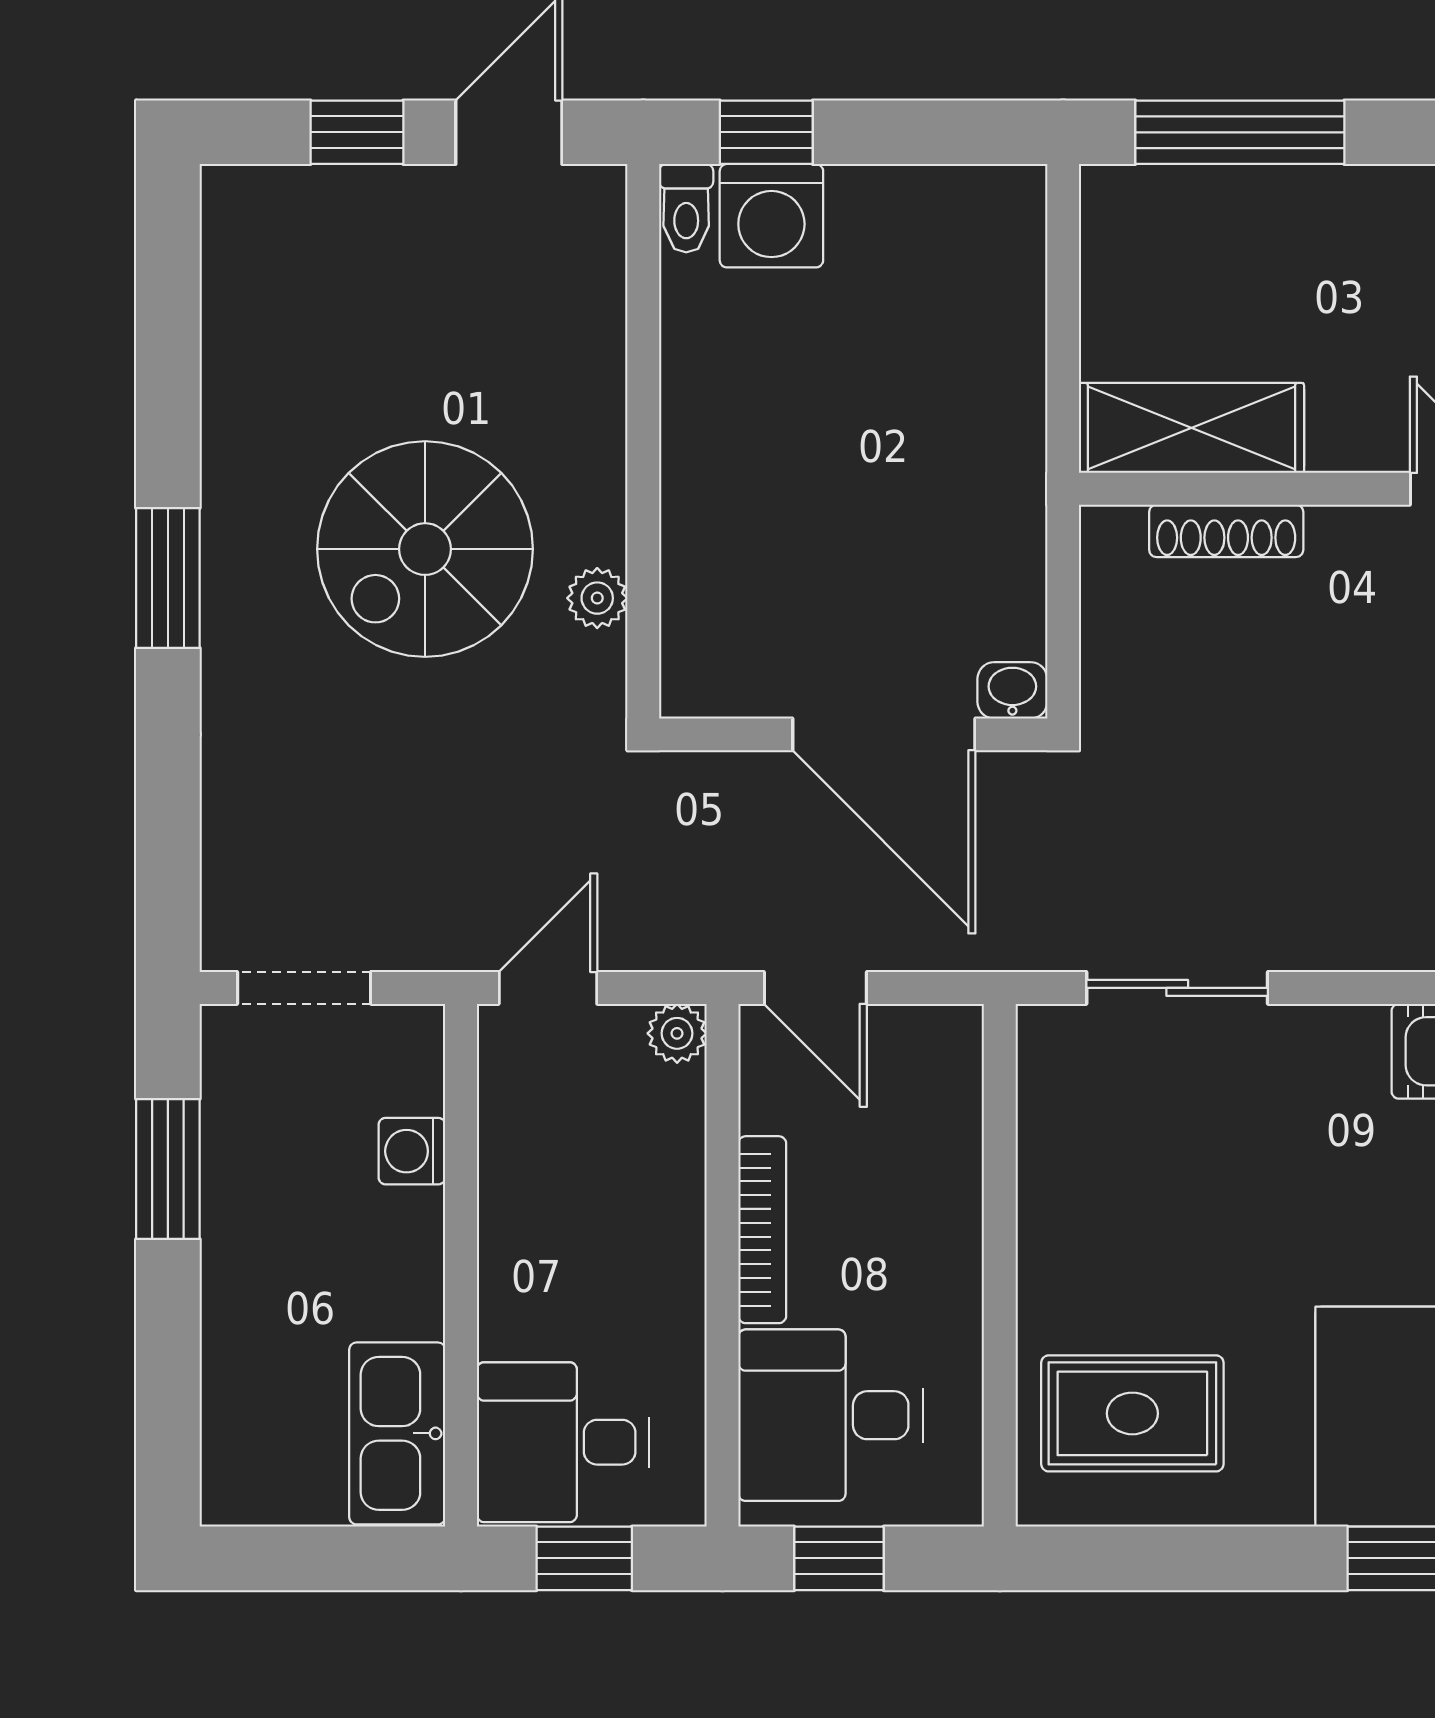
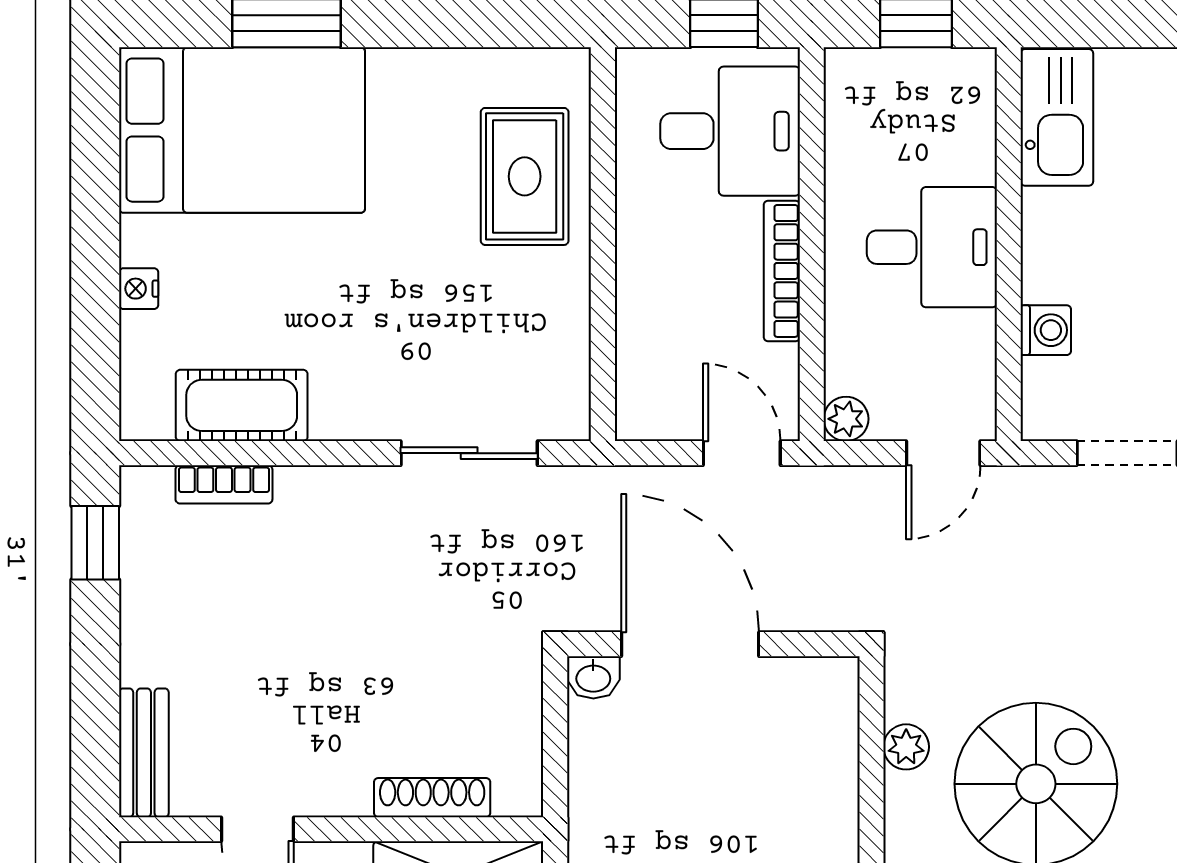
rug: (1132, 1413) -> (525, 176), moved, turned 90
desk: (563, 1442) -> (932, 247), moved

